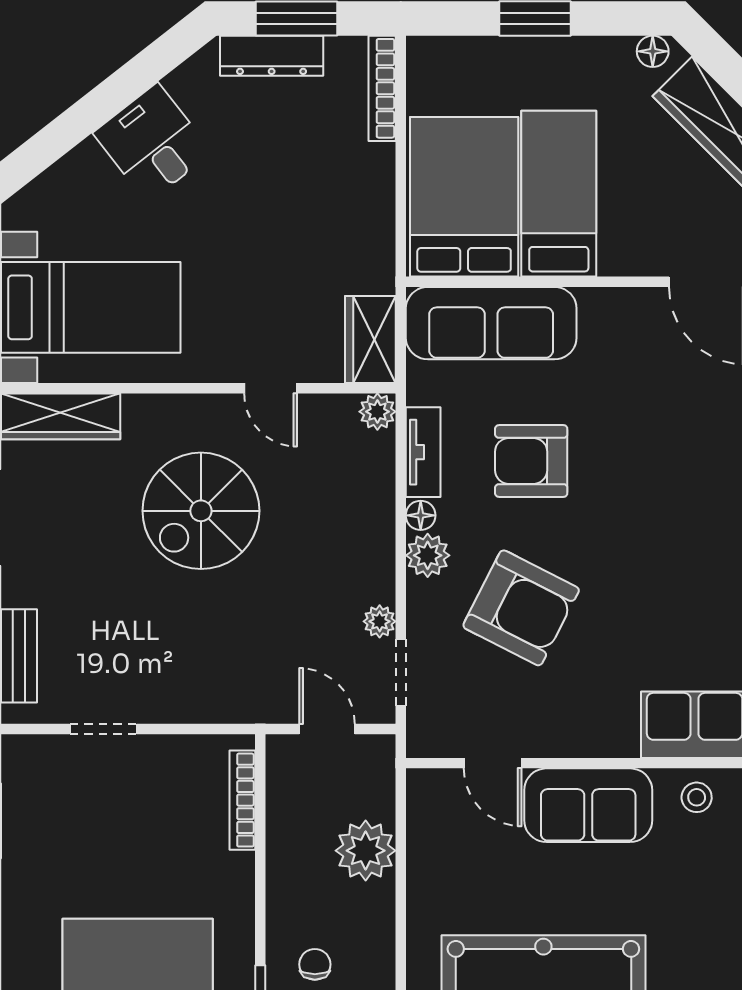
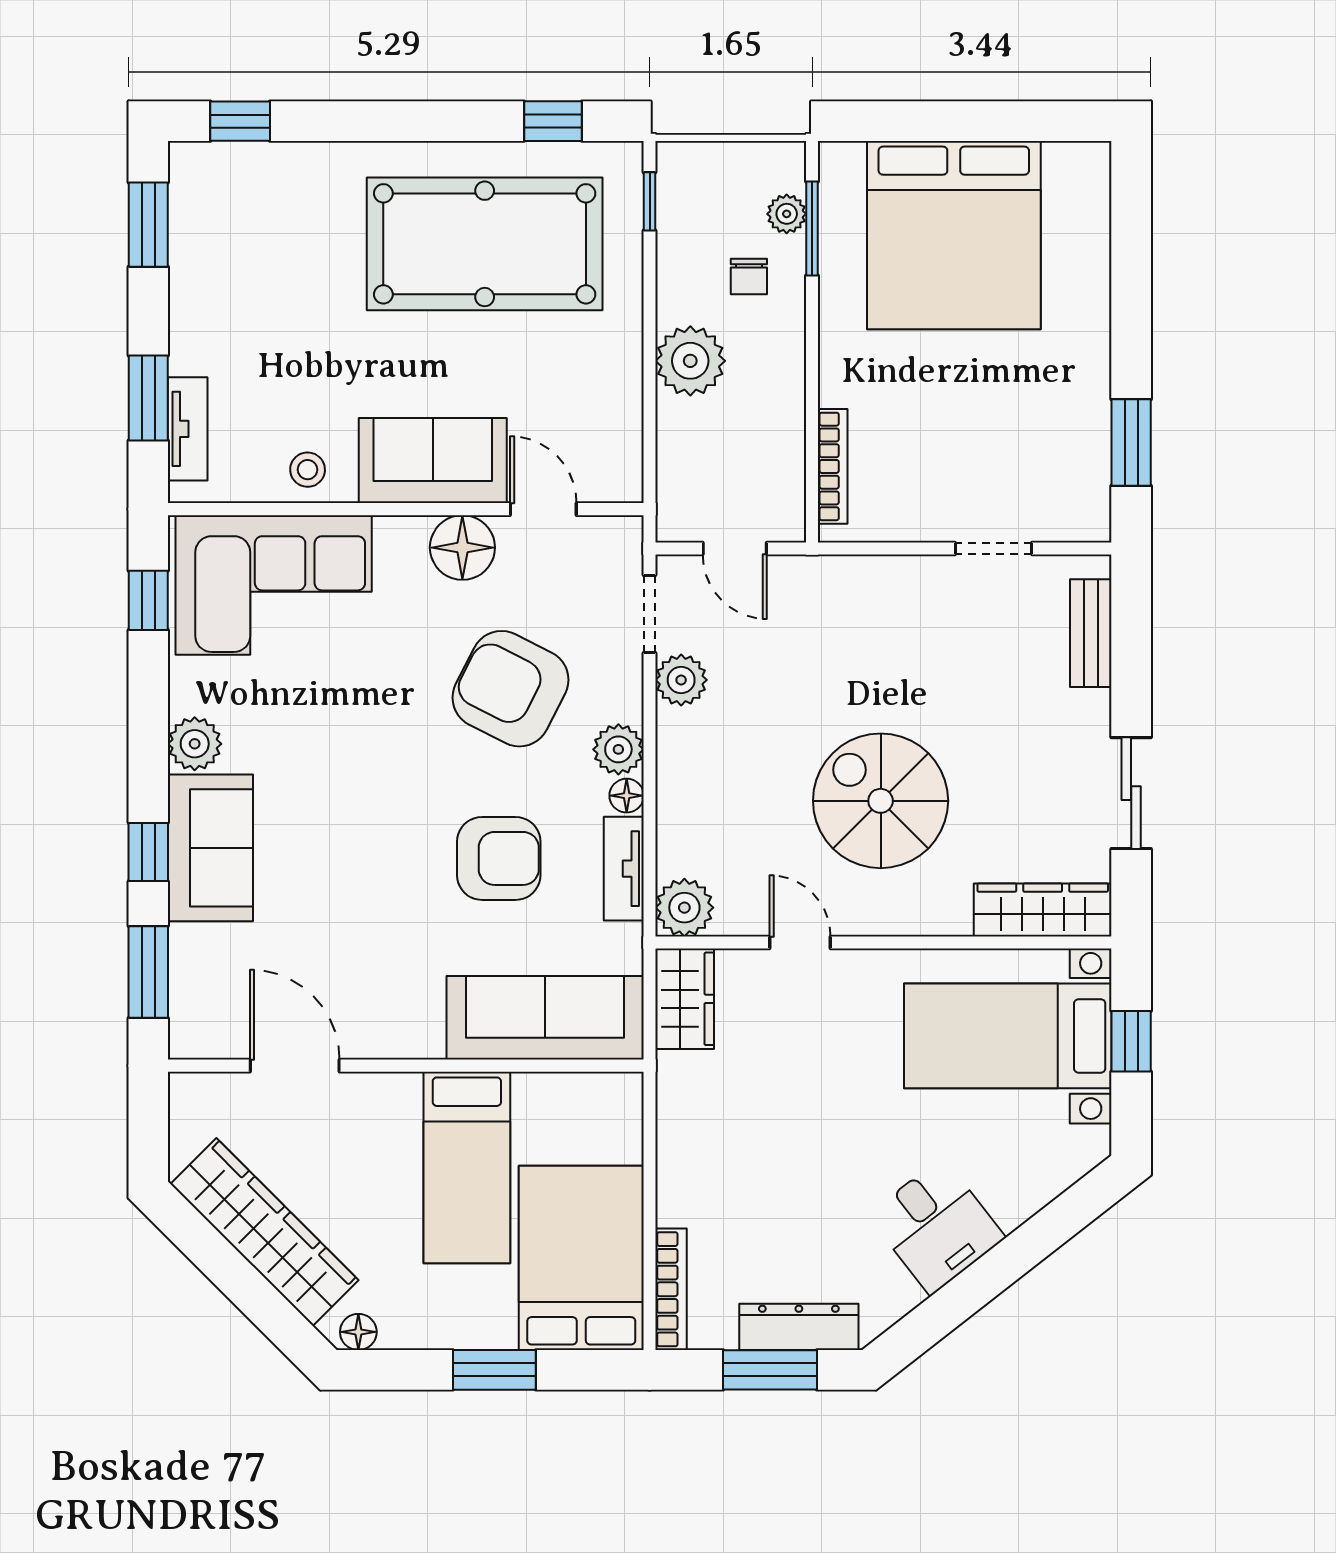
bed: (464, 197) -> (581, 1258), moved, turned 180
plant: (377, 412) -> (684, 908), width x1.38, depth x1.38
spiral stairs: (201, 511) -> (881, 801), turned -90
plant: (380, 621) -> (681, 680), width x1.38, depth x1.38
floor lamp: (563, 730) -> (462, 548), added
plant: (366, 851) -> (690, 361), moved

